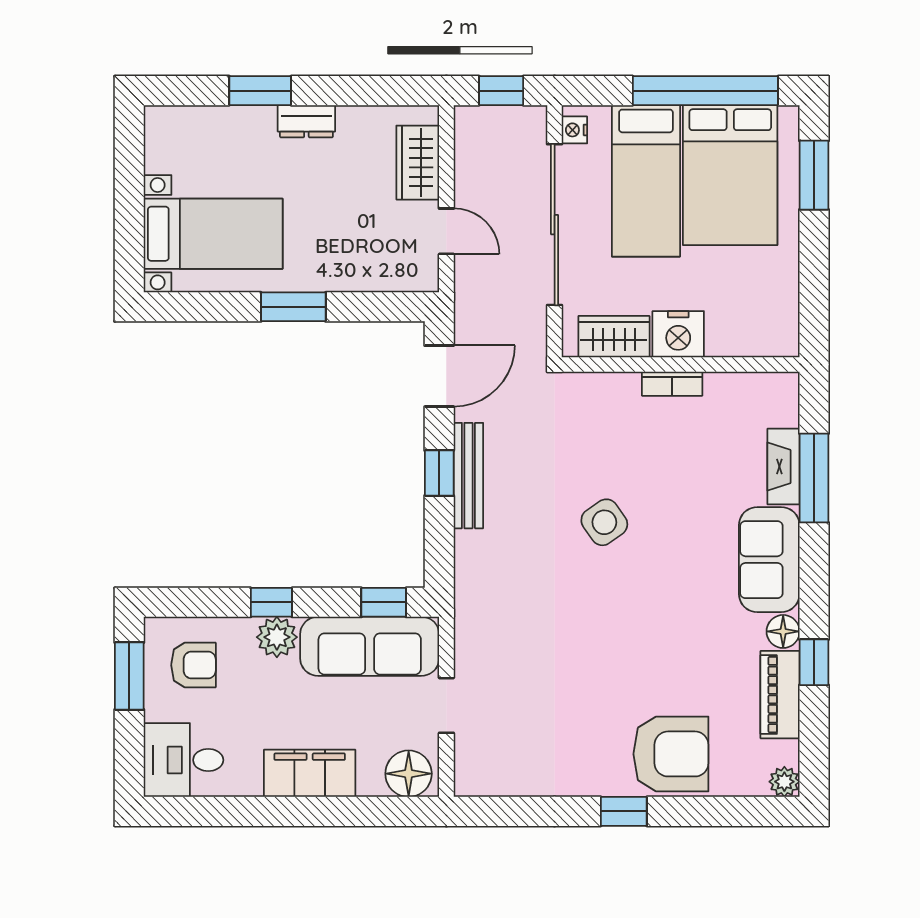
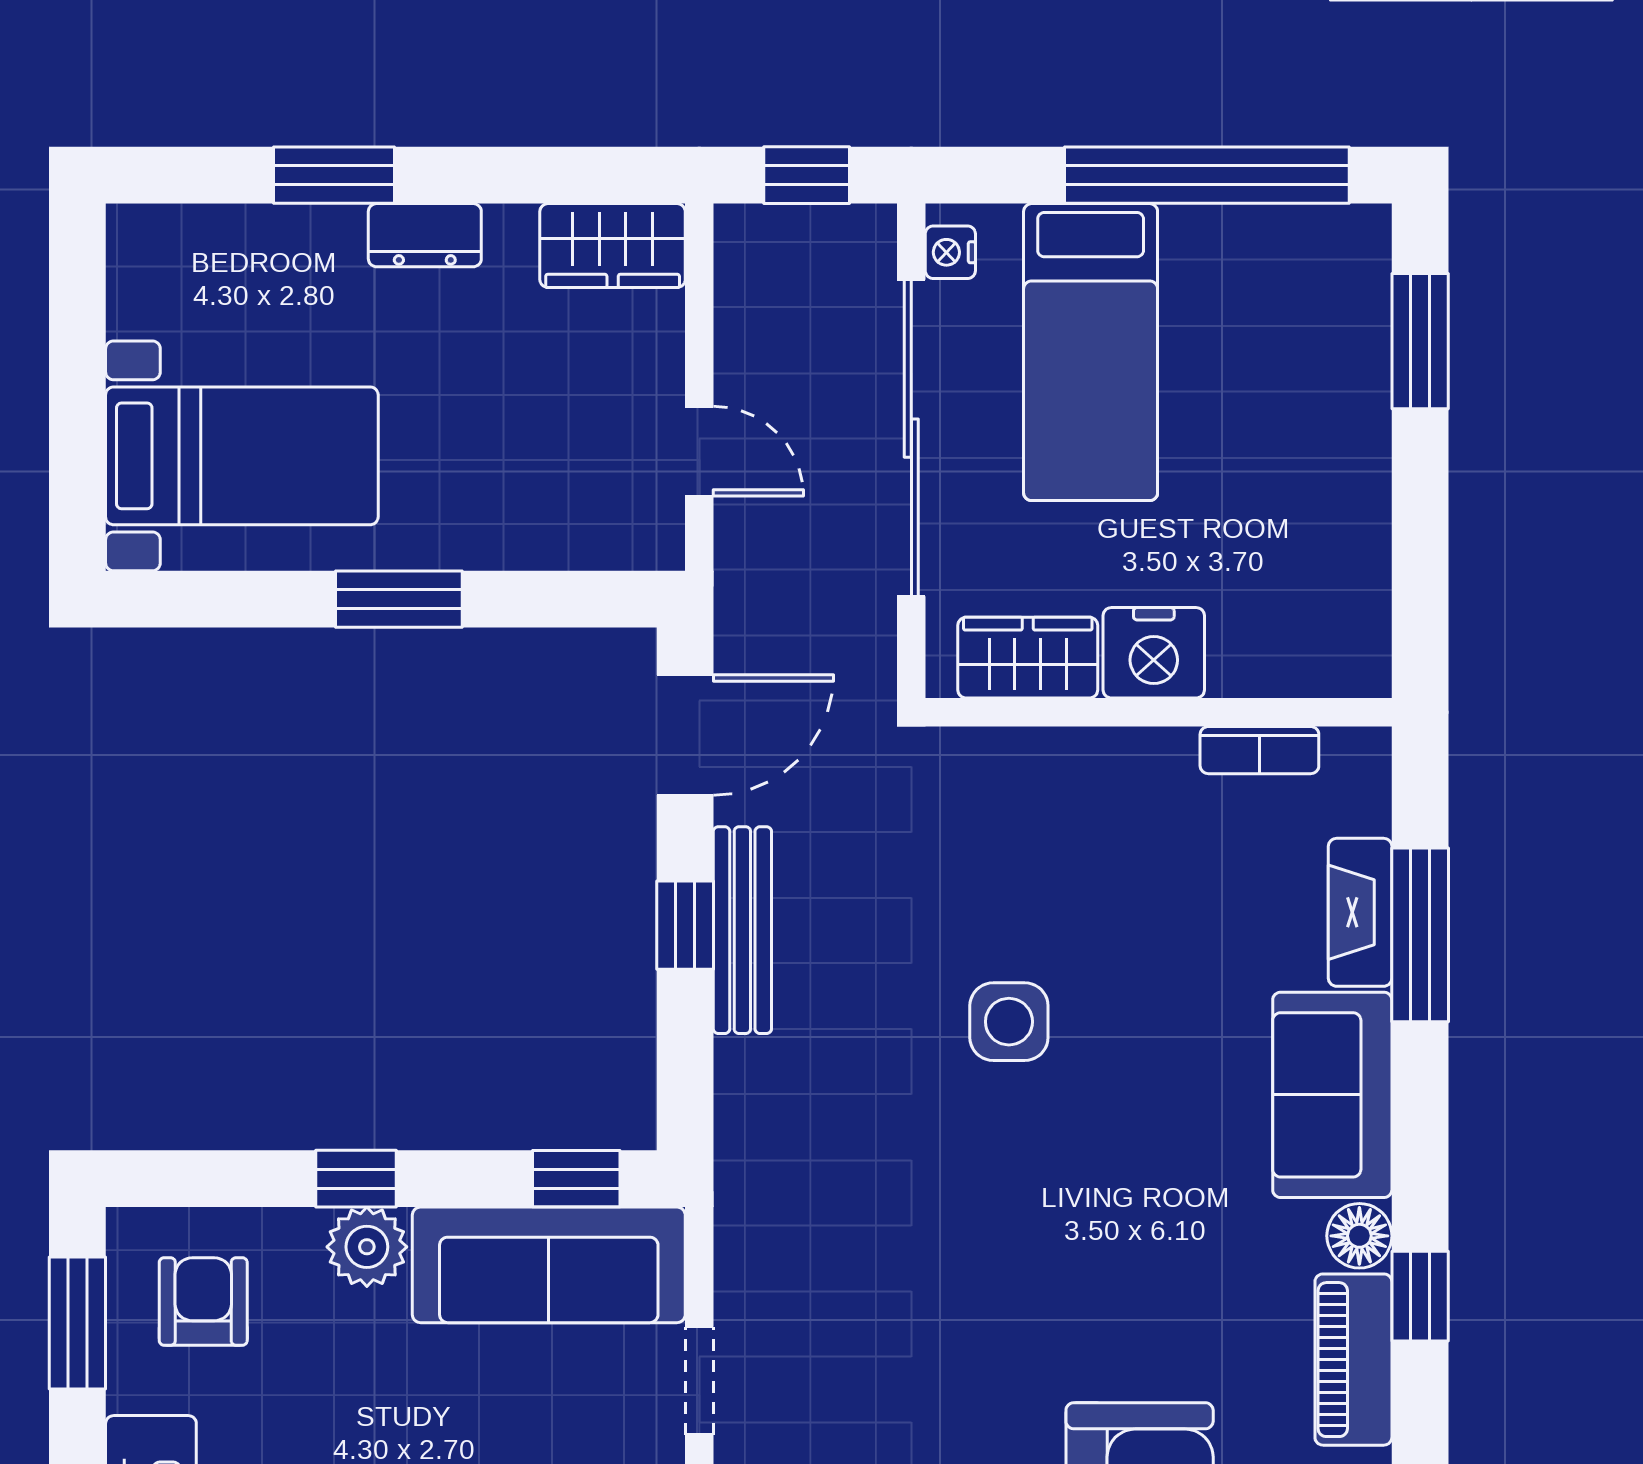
wardrobe: (418, 163) -> (613, 246), moved, turned -90
bed: (730, 175) -> (1256, 341), removed
bookcase: (672, 384) -> (1259, 750), moved
side table: (604, 522) -> (1009, 1022), turned 35
armchair: (193, 665) -> (203, 1302), turned -90

